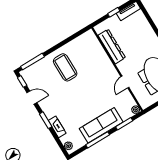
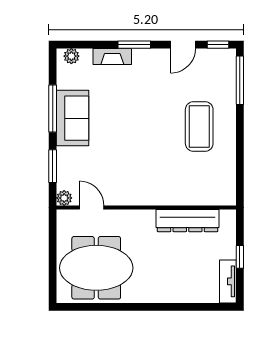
coffee table: (65, 67) -> (199, 127), turned 90
door: (125, 82) -> (92, 208), moved
sofa: (101, 125) -> (73, 118), width x0.73

